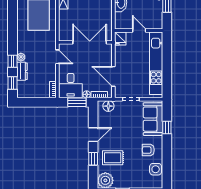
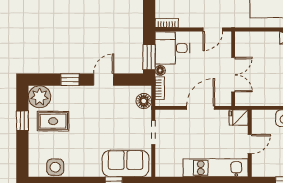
double door: (90, 42) -> (233, 75), width x0.73
kitchen unit: (156, 63) -> (216, 168), width x0.73
door: (113, 76) -> (201, 108), moved
door: (93, 135) -> (104, 80), swing flipped
armchair: (148, 150) -> (82, 157), removed
rug: (113, 158) -> (53, 121), moved, turned 90

